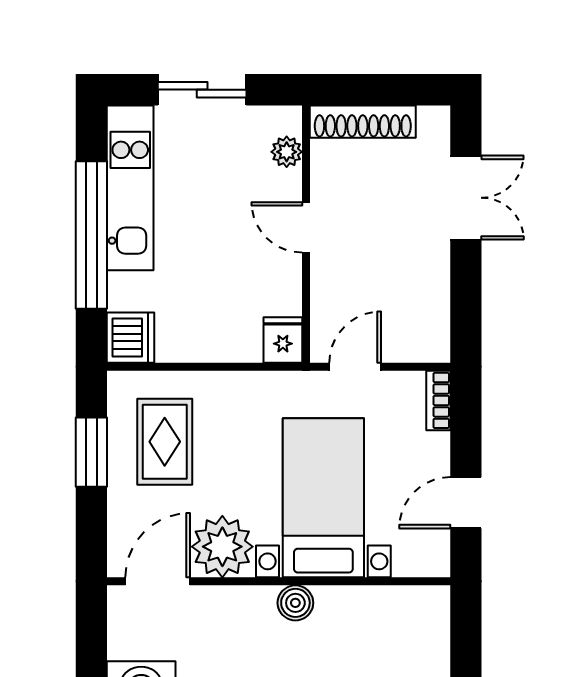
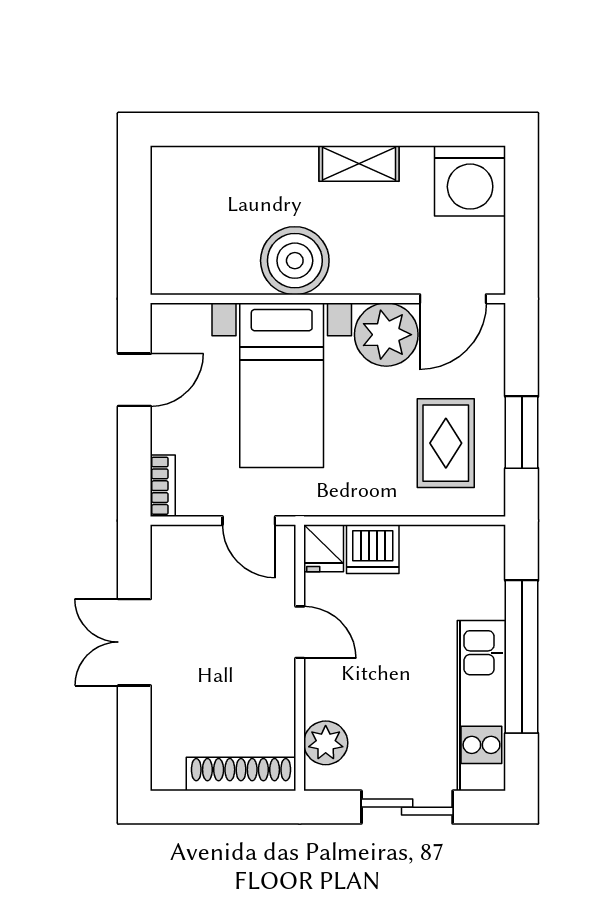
plant: (287, 152) -> (326, 743), width x1.38, depth x1.38
double door: (466, 198) -> (134, 642), moved
door: (306, 227) -> (300, 632), moved
dishwasher: (131, 338) -> (373, 549), moved, turned -90
door: (355, 367) -> (249, 521), hinge flipped
boiler: (295, 603) -> (295, 261), width x1.86, depth x1.86

